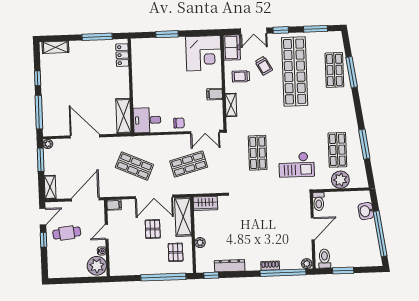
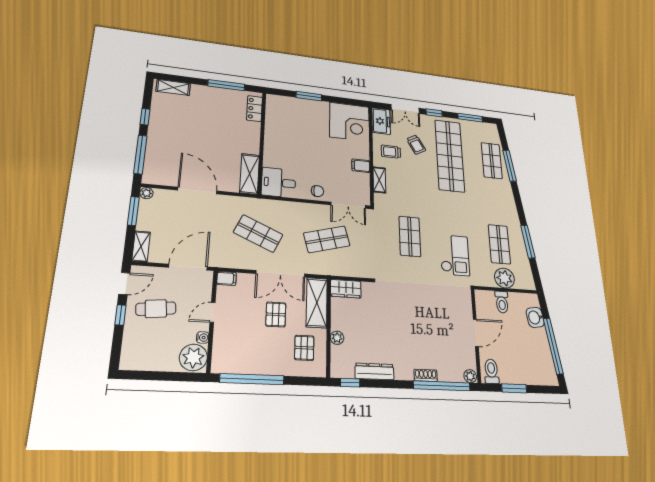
checkout: (297, 165) -> (455, 255), turned -90
toilet: (319, 201) -> (502, 302), moved
window: (163, 277) -> (252, 379), moved

